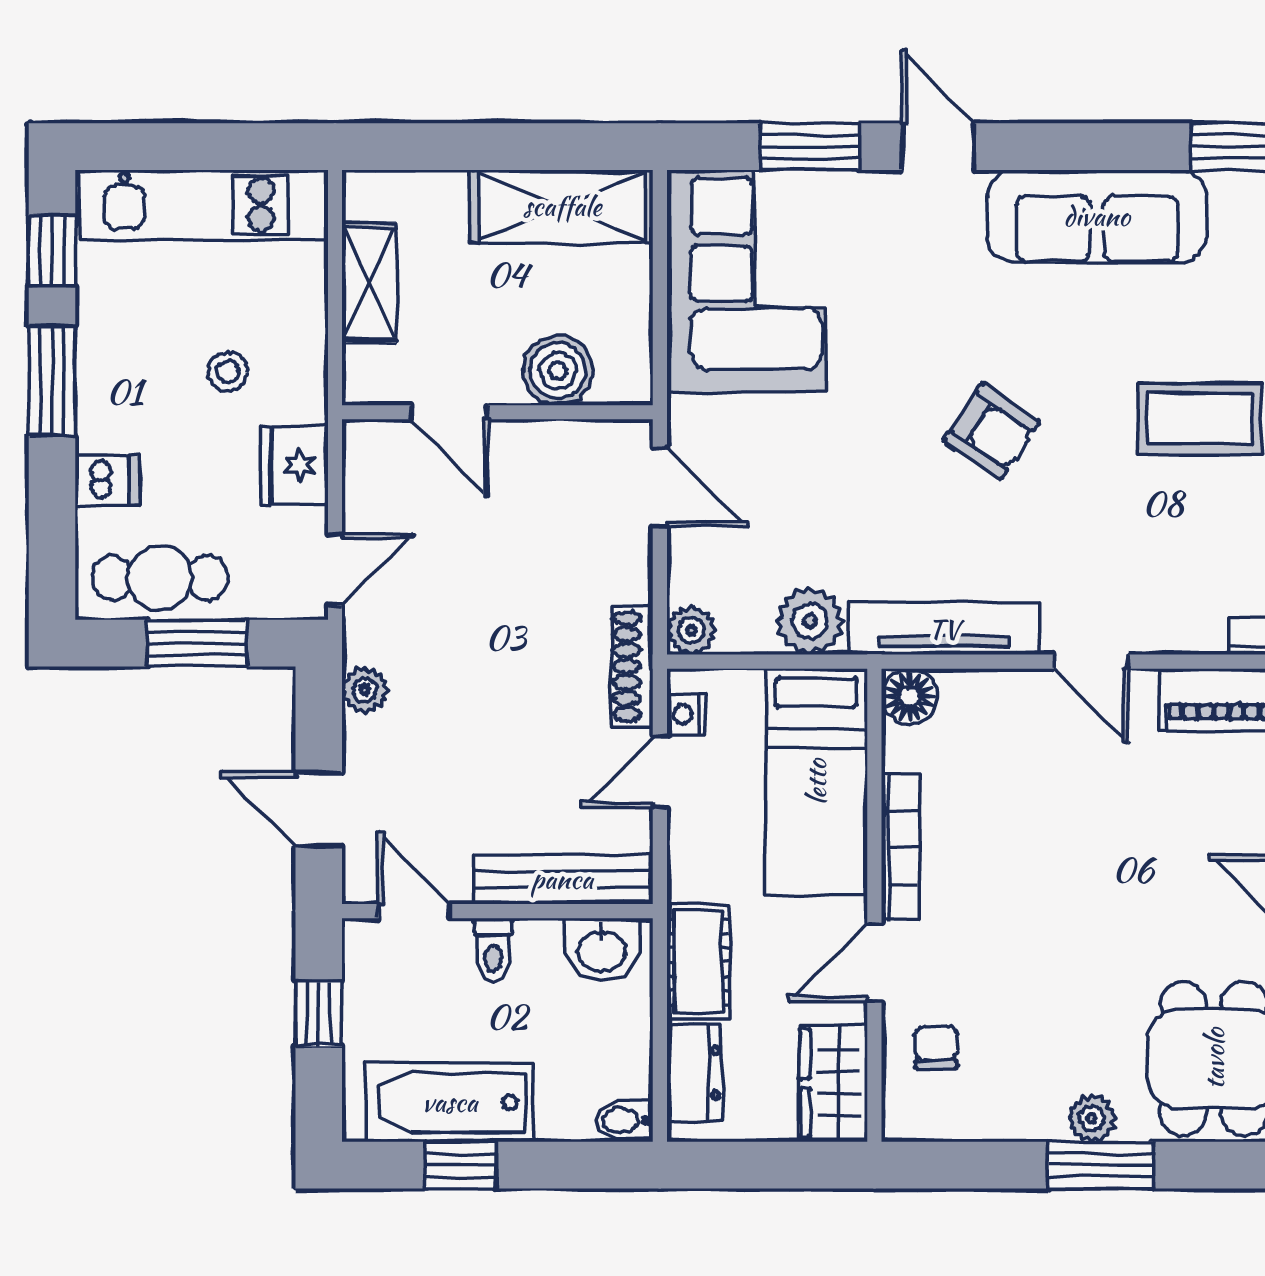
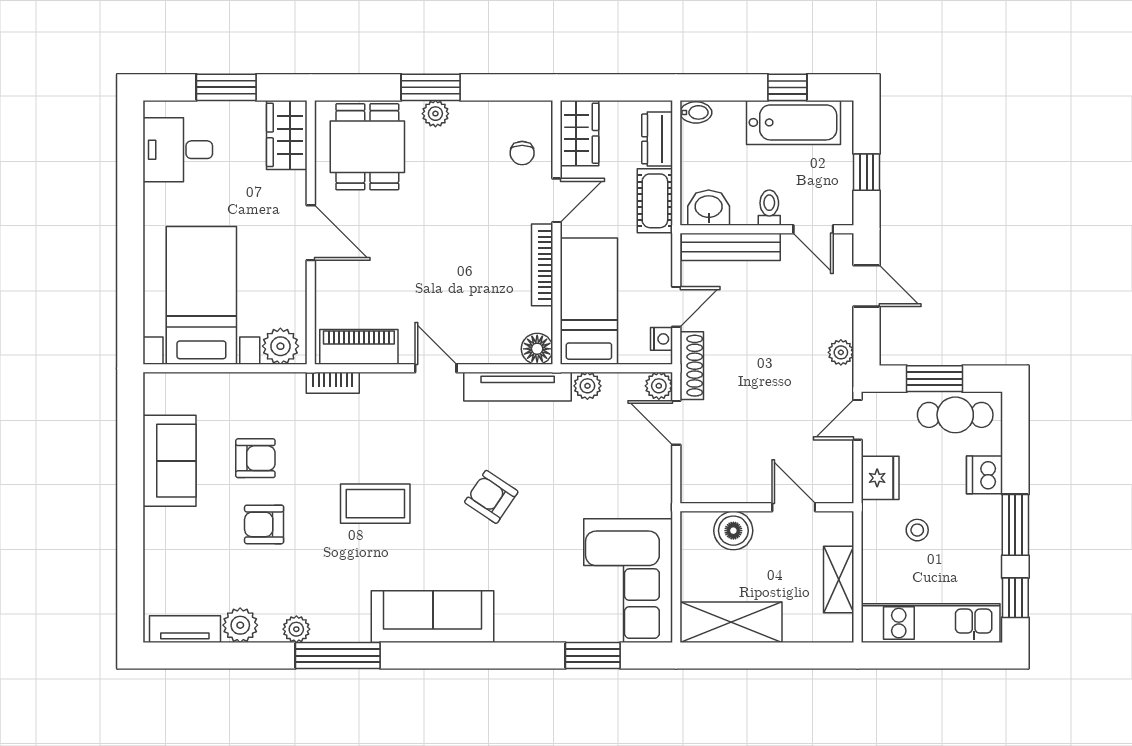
door: (938, 147) -> (521, 656), removed
dishwasher: (107, 480) -> (985, 475), width x1.38
door: (660, 487) -> (676, 423), moved
plant: (810, 621) -> (587, 386), width x0.73, depth x0.73

